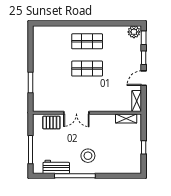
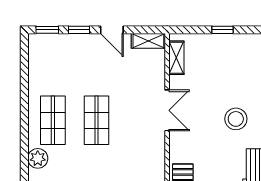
plant: (134, 32) -> (38, 158), moved
double door: (76, 113) -> (167, 110), moved

